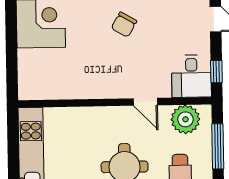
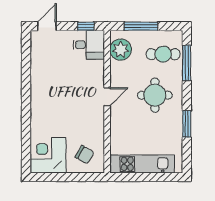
chair: (124, 25) -> (85, 155), moved
door: (145, 102) -> (107, 97), moved

